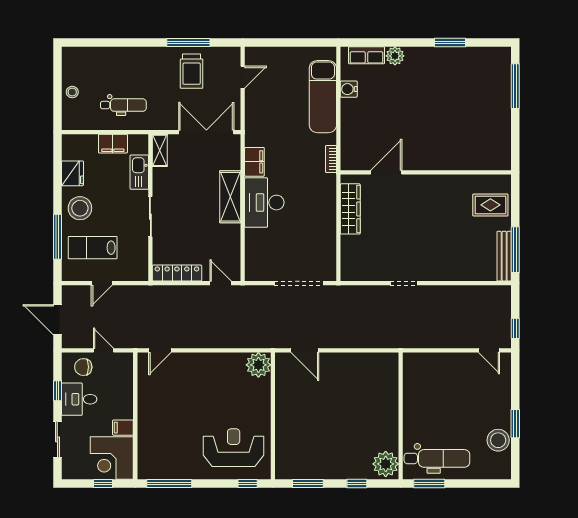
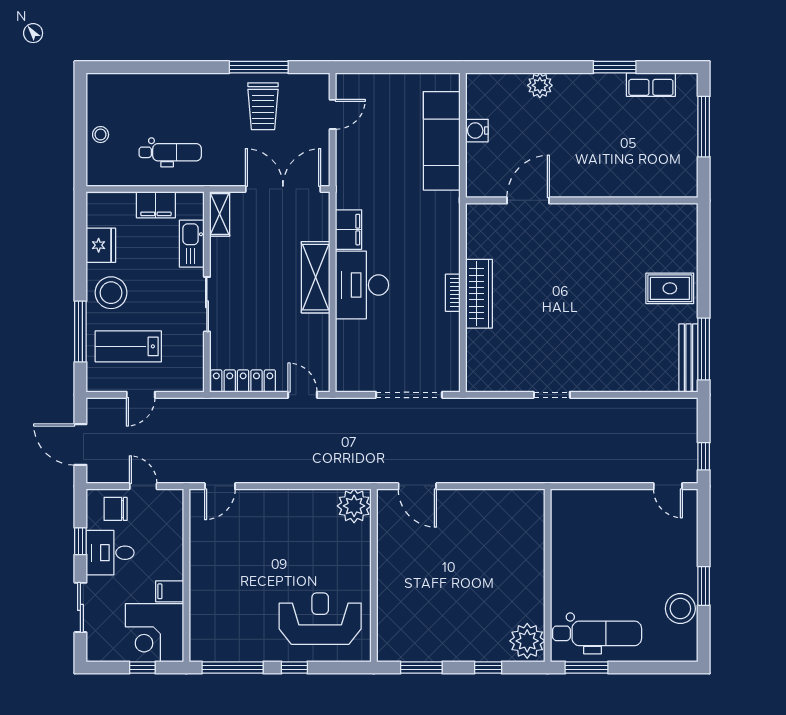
row of seats: (367, 55) -> (651, 85), moved
bookcase: (331, 159) -> (453, 293), moved
door: (386, 172) -> (528, 200), moved
wall: (426, 172) -> (582, 200), moved
window: (248, 484) -> (294, 668), moved

